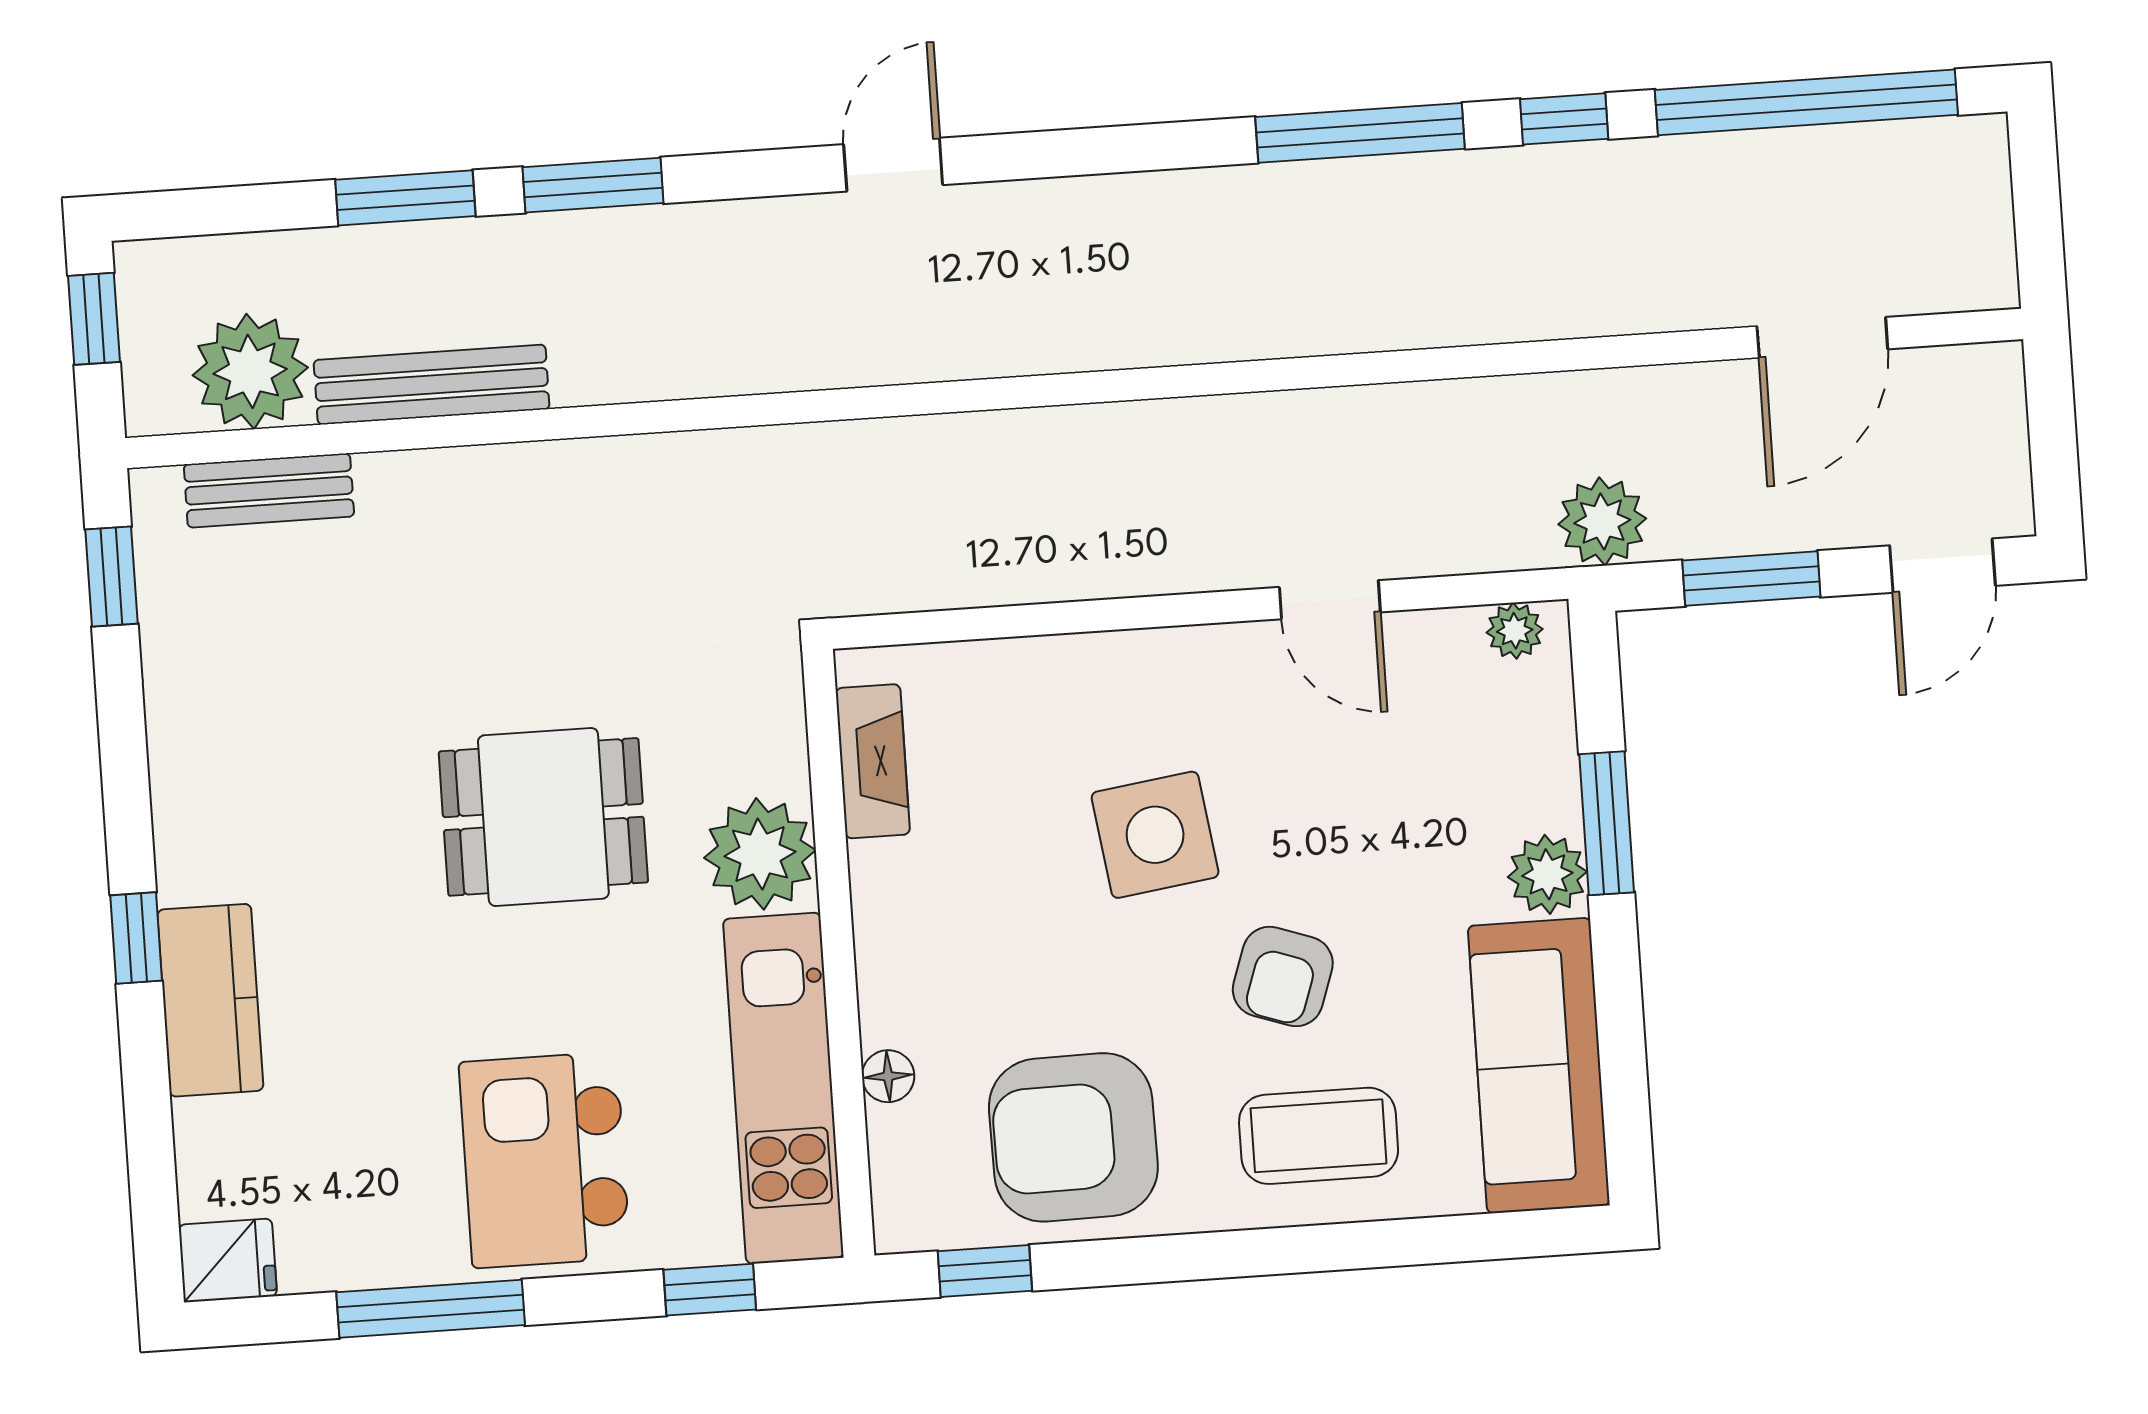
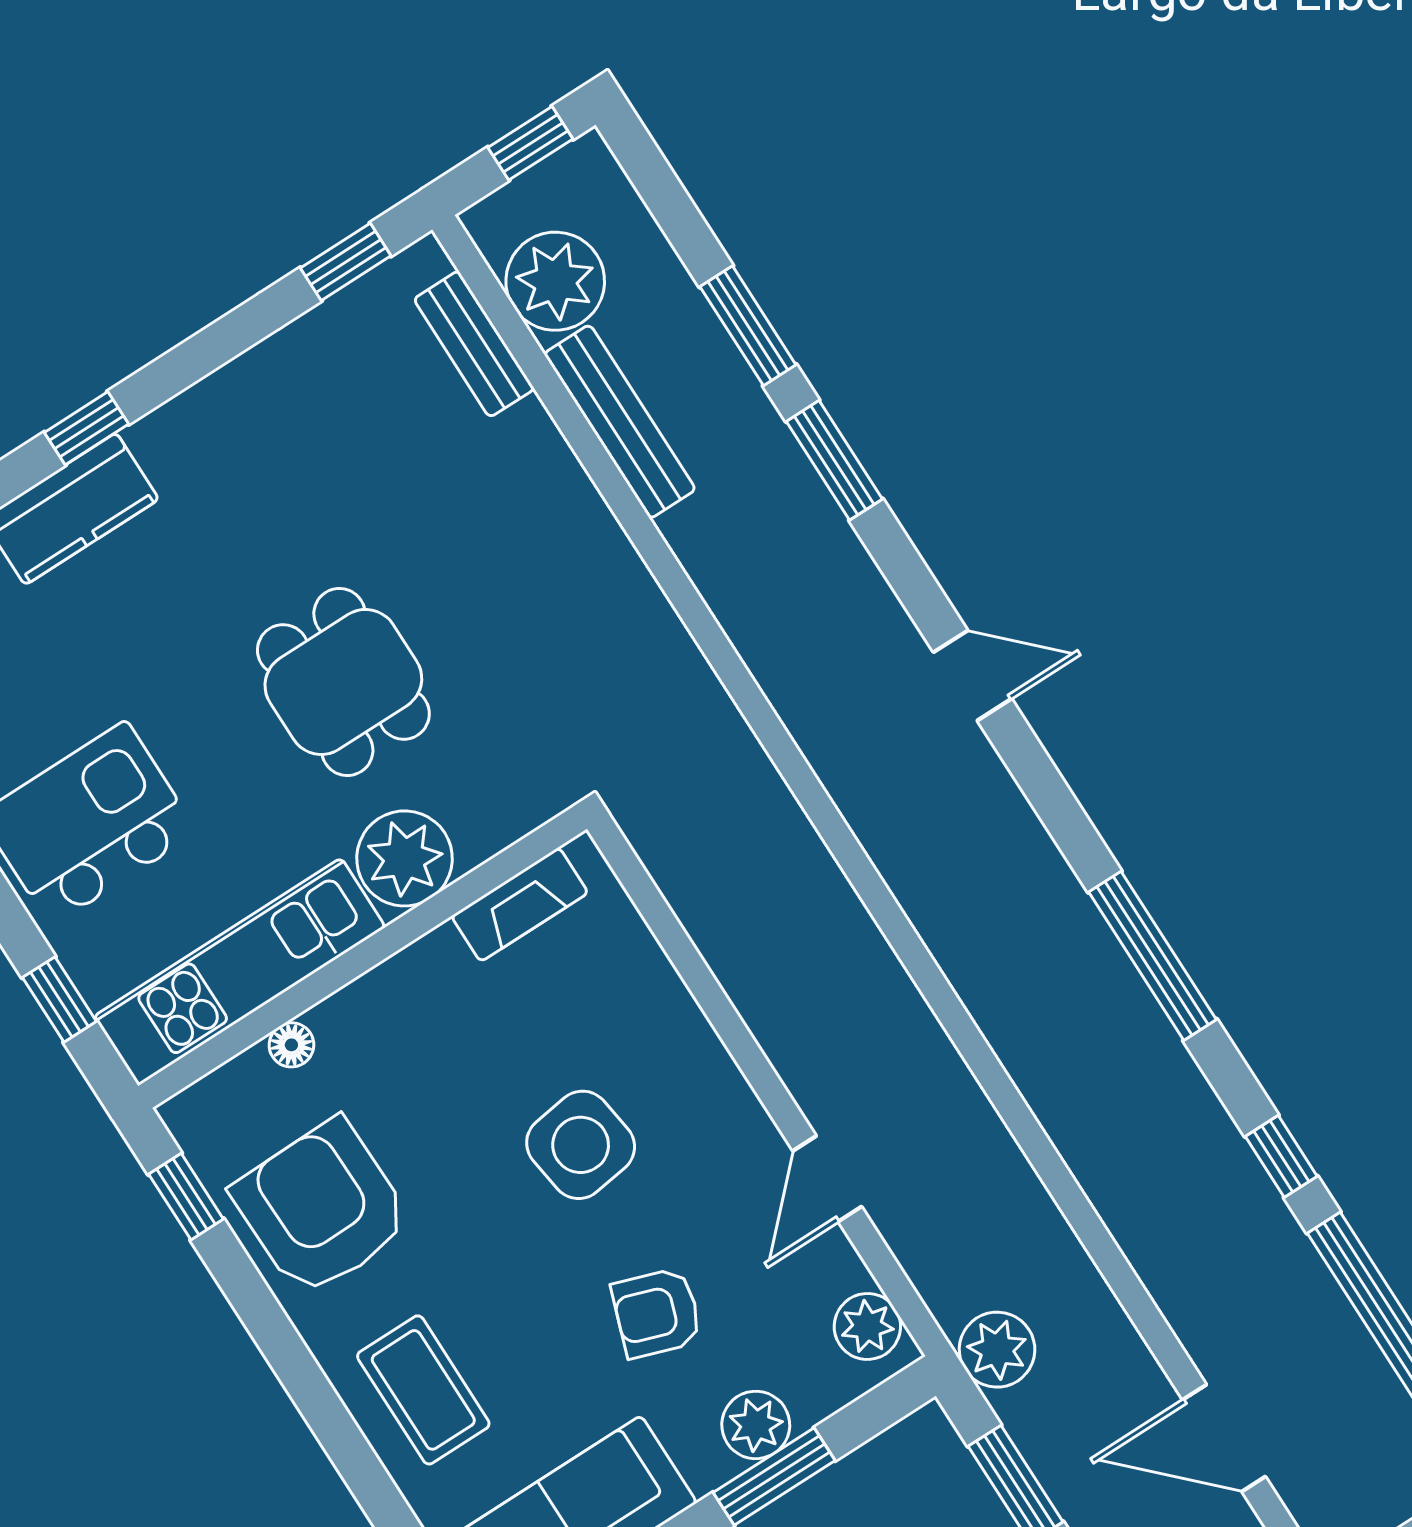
window: (1360, 133) -> (1152, 956), moved
plant: (1515, 631) -> (867, 1326), width x1.38, depth x1.38
plant: (1547, 874) -> (756, 1425), moved
armchair: (1283, 976) -> (657, 1313), moved

